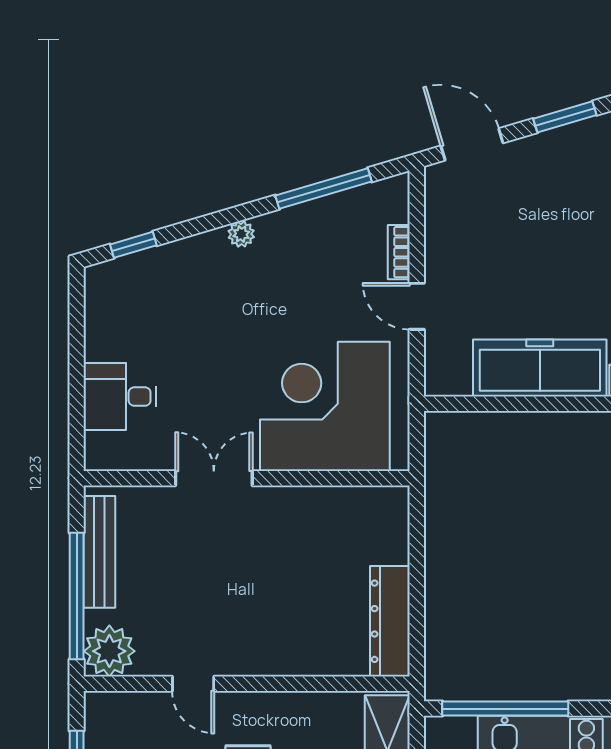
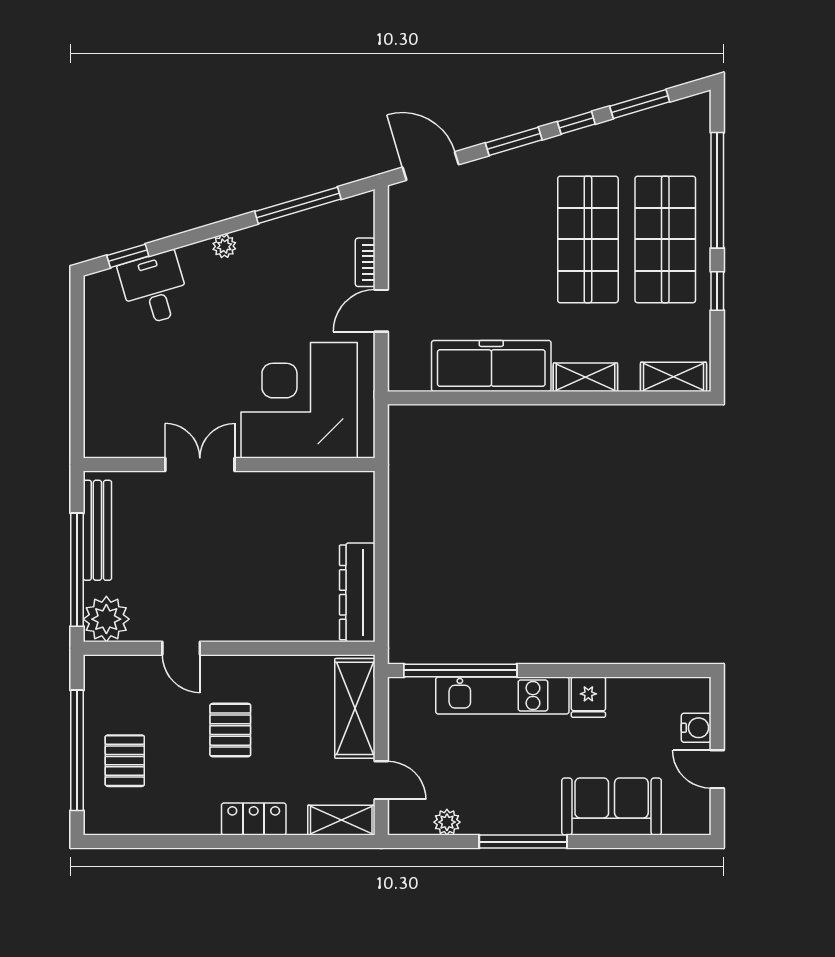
door: (417, 306) -> (381, 311), hinge flipped
desk: (120, 397) -> (154, 288), moved, turned 73

